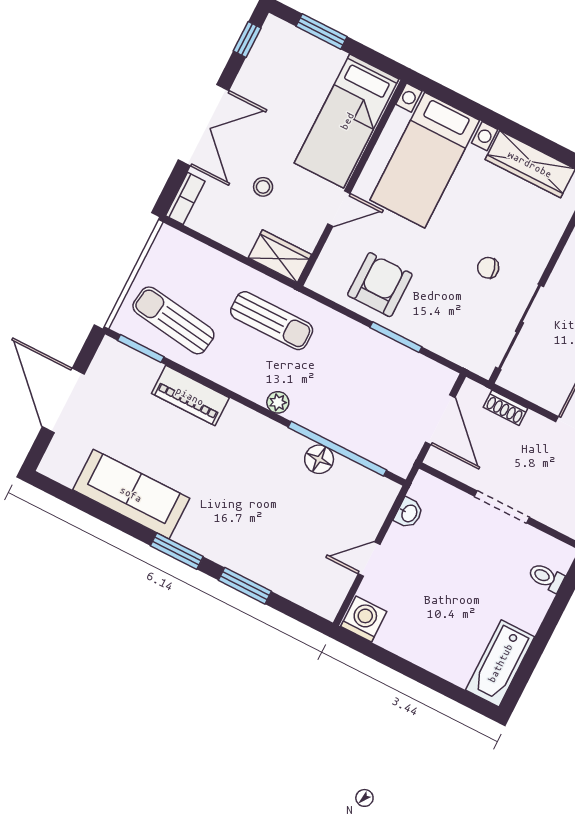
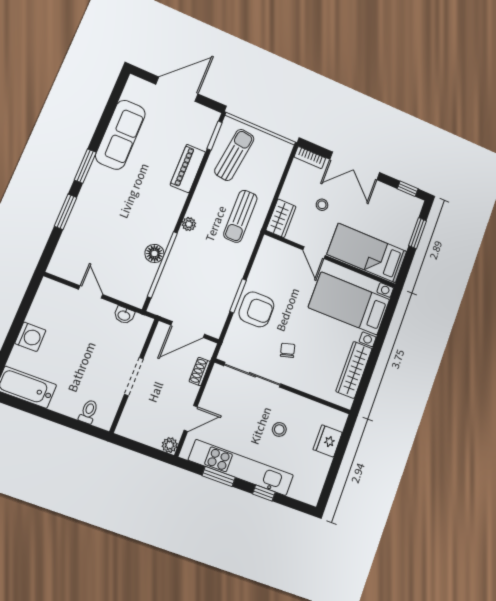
armchair: (380, 285) -> (256, 309), moved
washing machine: (364, 619) -> (30, 337), moved

